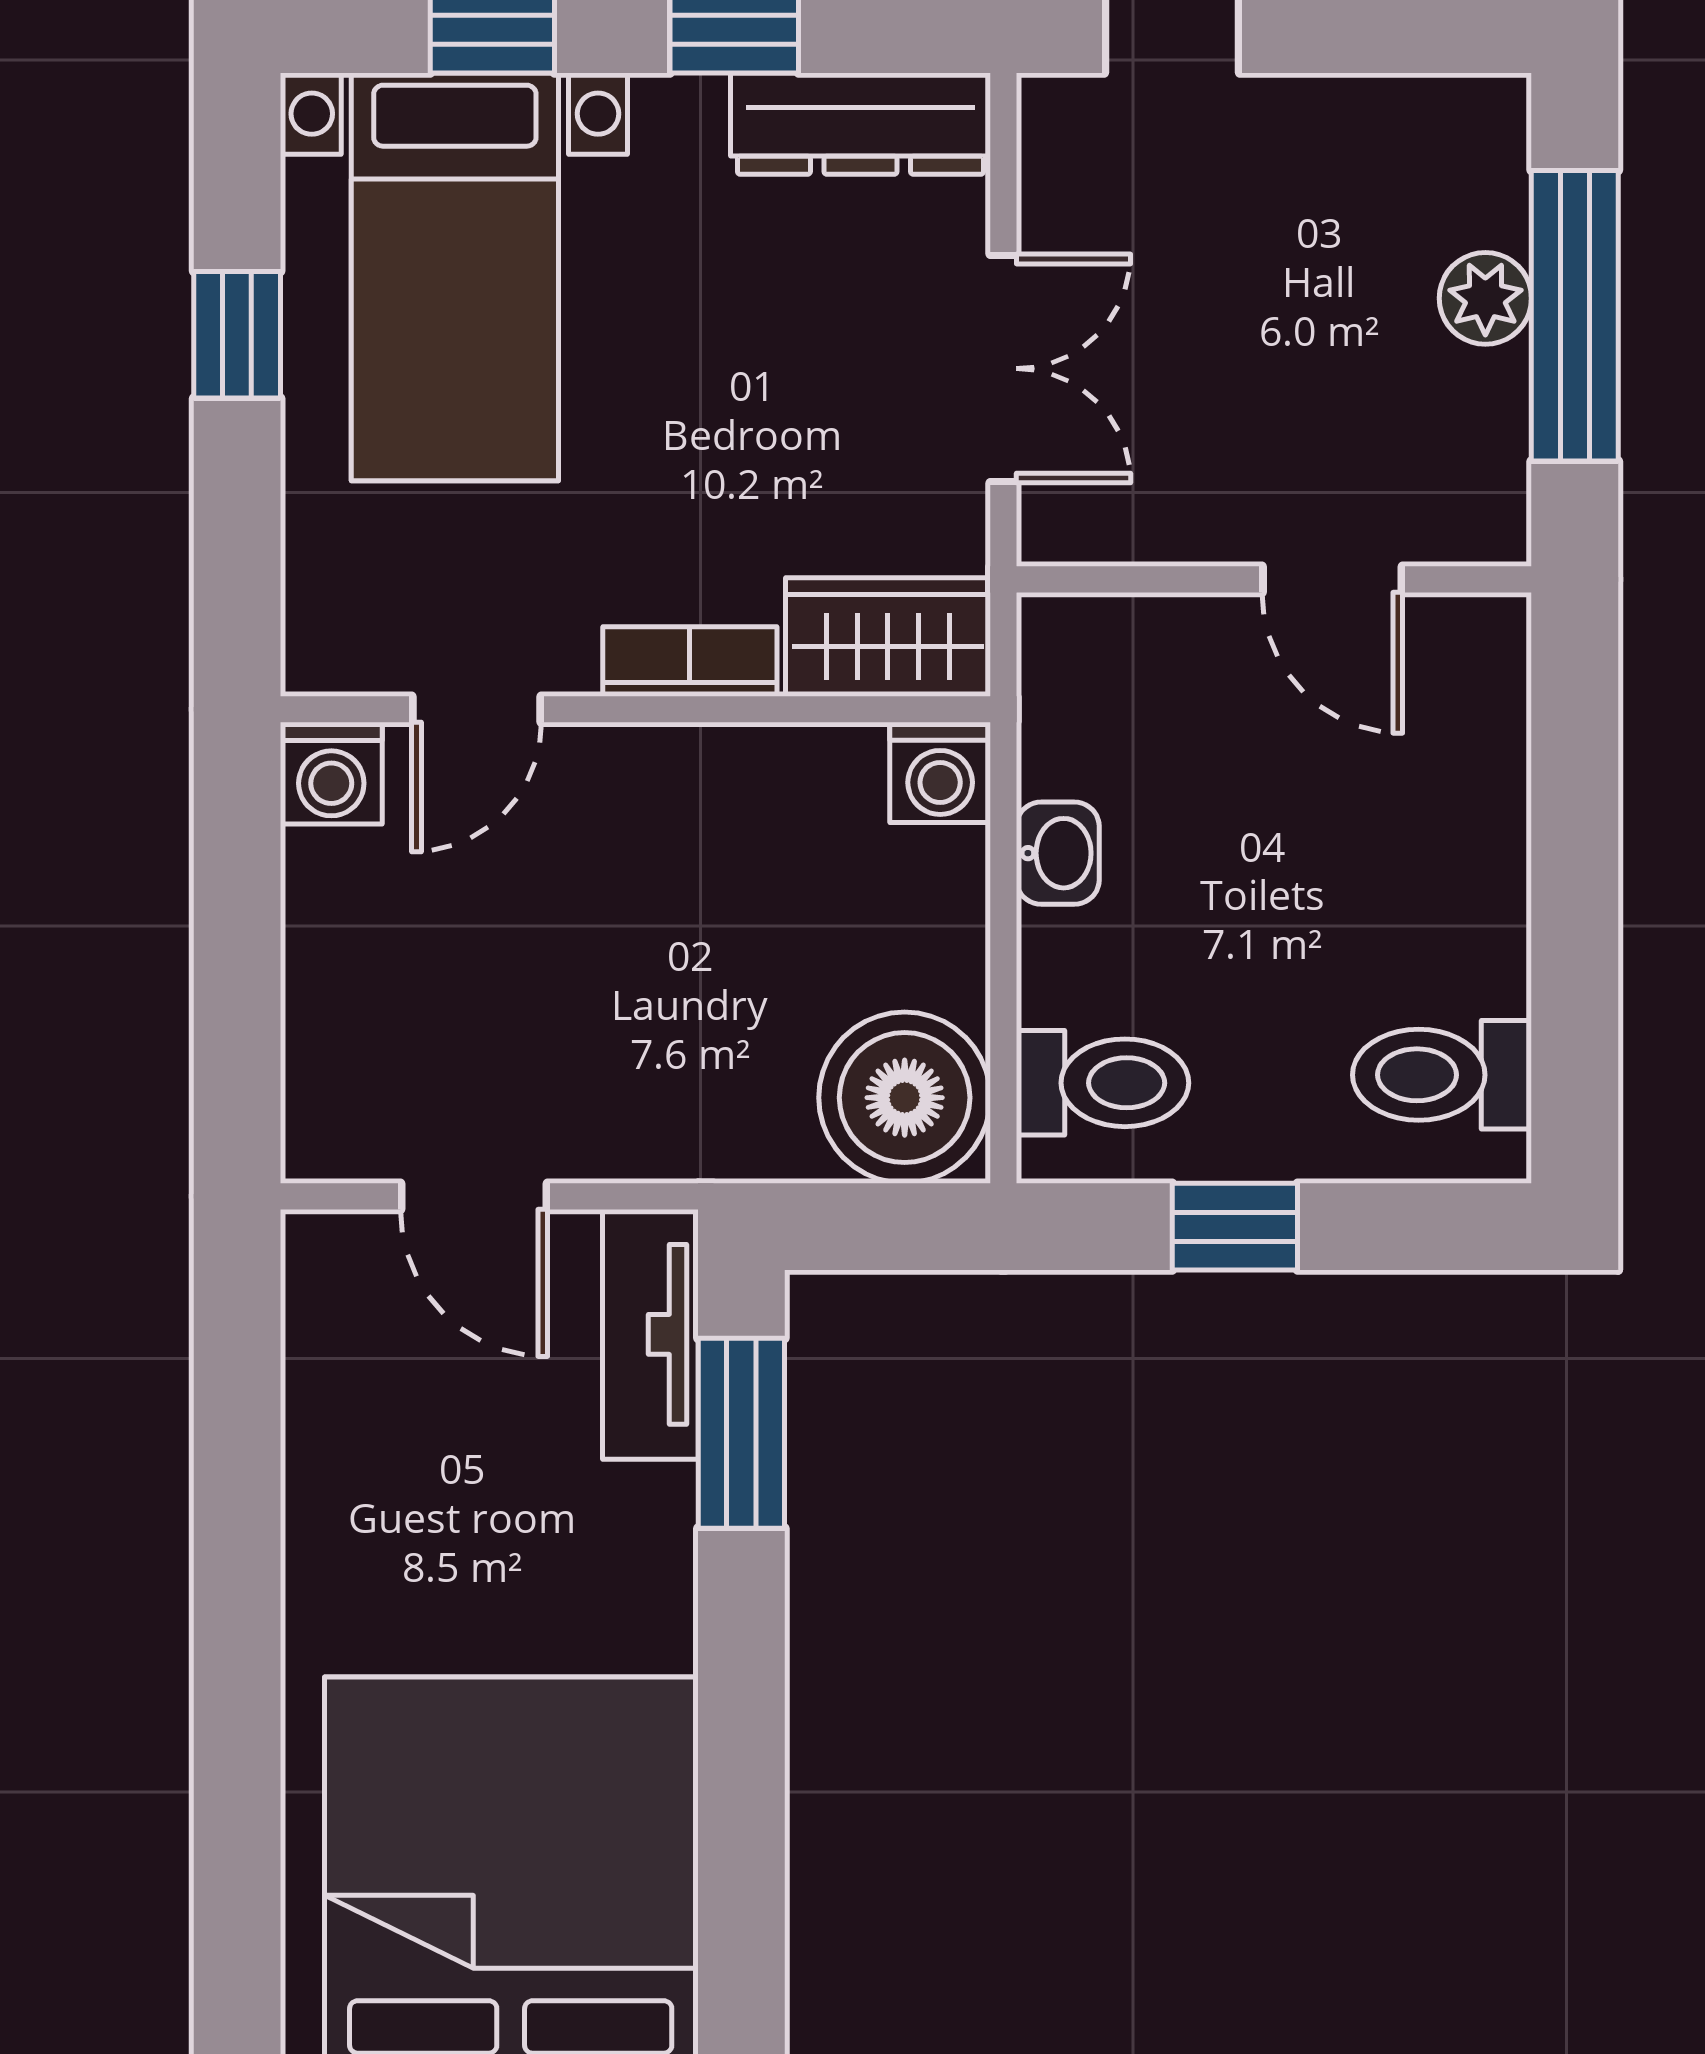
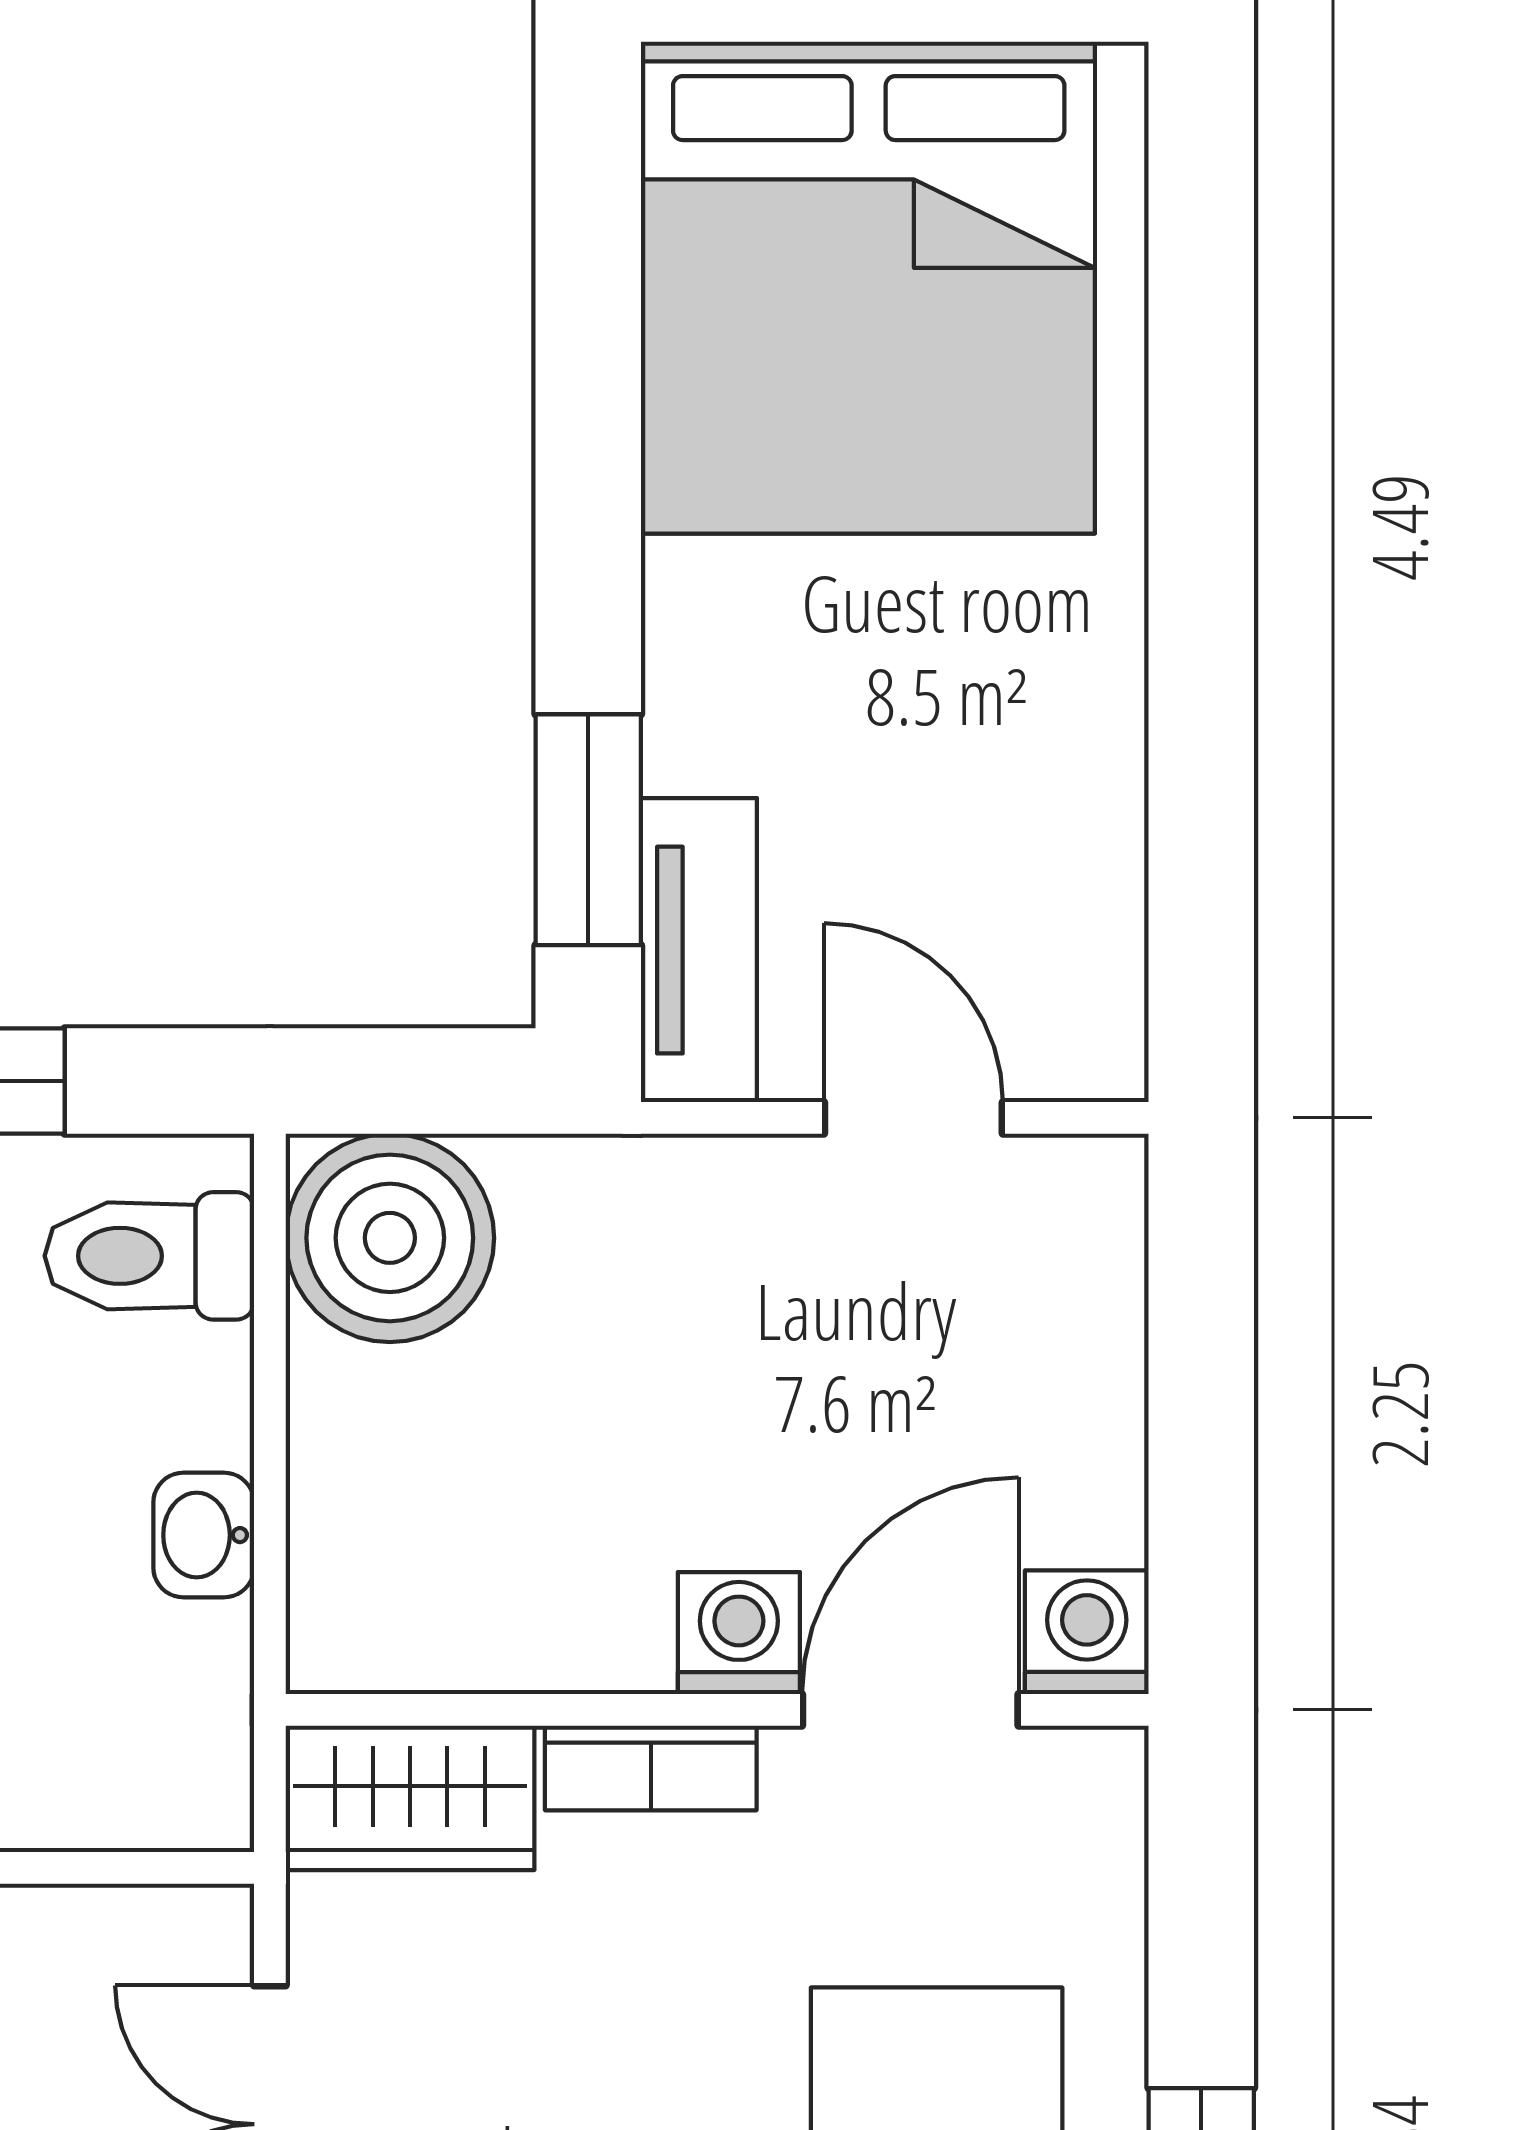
door: (476, 709) -> (910, 1710), width x1.38
washing machine: (940, 772) -> (739, 1633), moved

